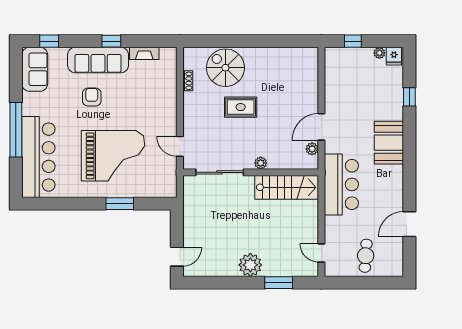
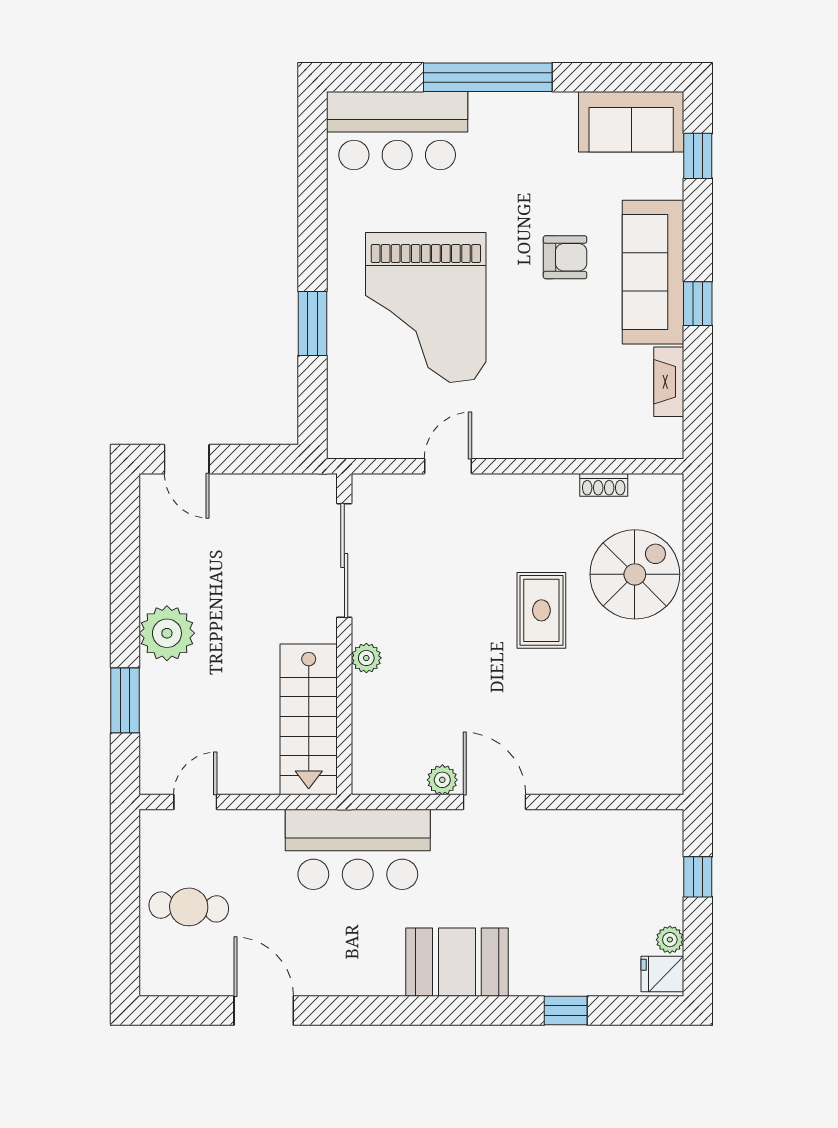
bar counter: (38, 157) -> (397, 131), width x0.73
plant: (261, 163) -> (366, 658), moved
sliding door: (220, 172) -> (344, 560), moved
wall: (251, 172) -> (344, 634), moved
stairs: (287, 187) -> (309, 719), moved

